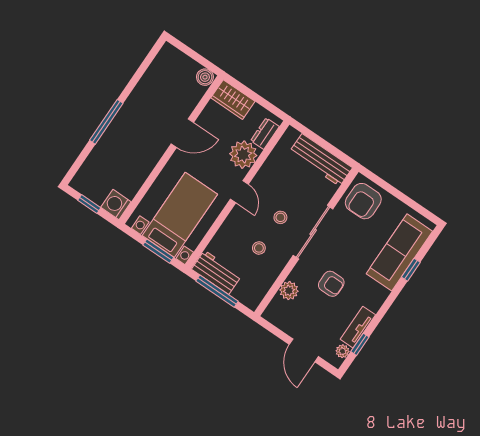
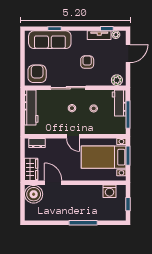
boiler: (205, 77) -> (34, 194), width x1.86, depth x1.86
door: (182, 133) -> (53, 183), moved
plant: (243, 155) -> (54, 146), removed
door: (239, 192) -> (73, 136), swing flipped
armchair: (363, 201) -> (37, 74), turned -90
washing machine: (116, 204) -> (109, 191), moved
workbench: (217, 272) -> (119, 103), moved
plant: (289, 291) -> (117, 80), moved

